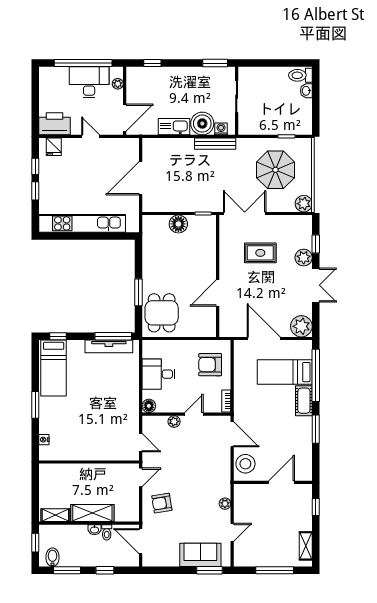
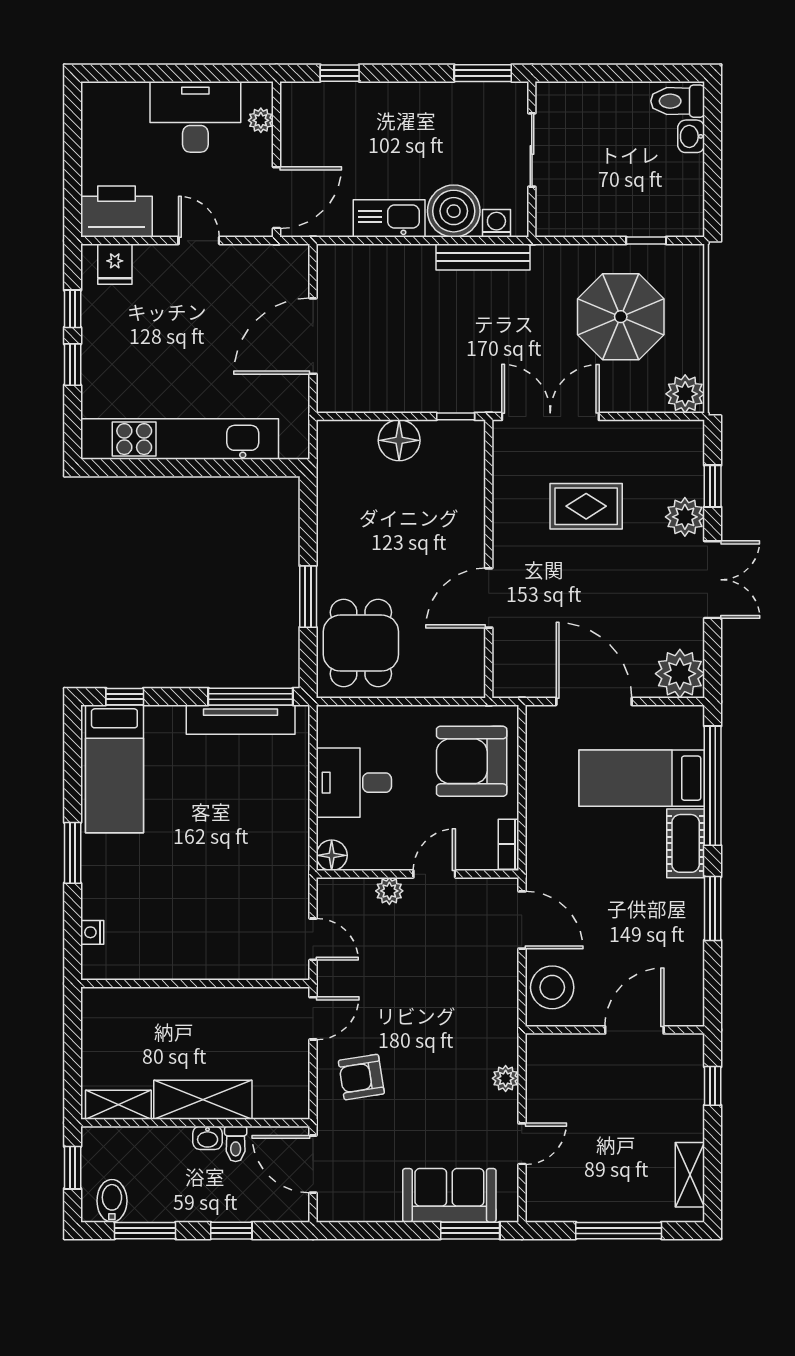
window: (83, 63) -> (182, 73), removed
armchair: (210, 365) -> (472, 761), width x1.36, depth x1.36

